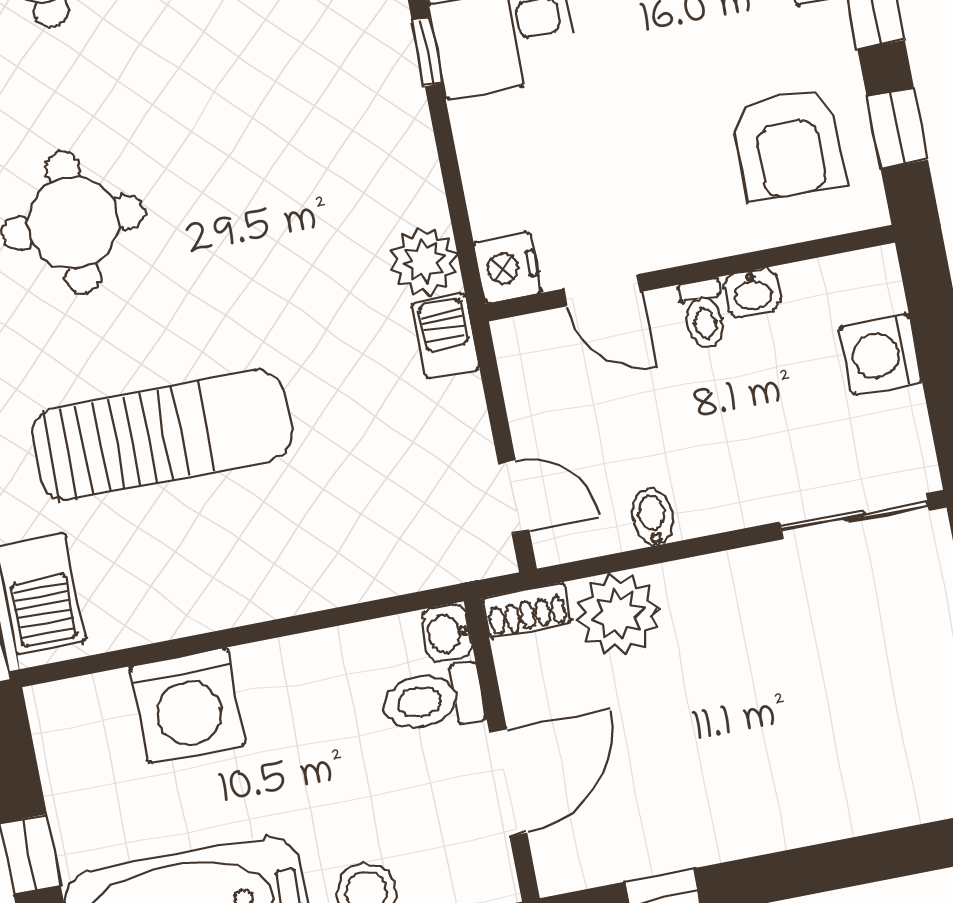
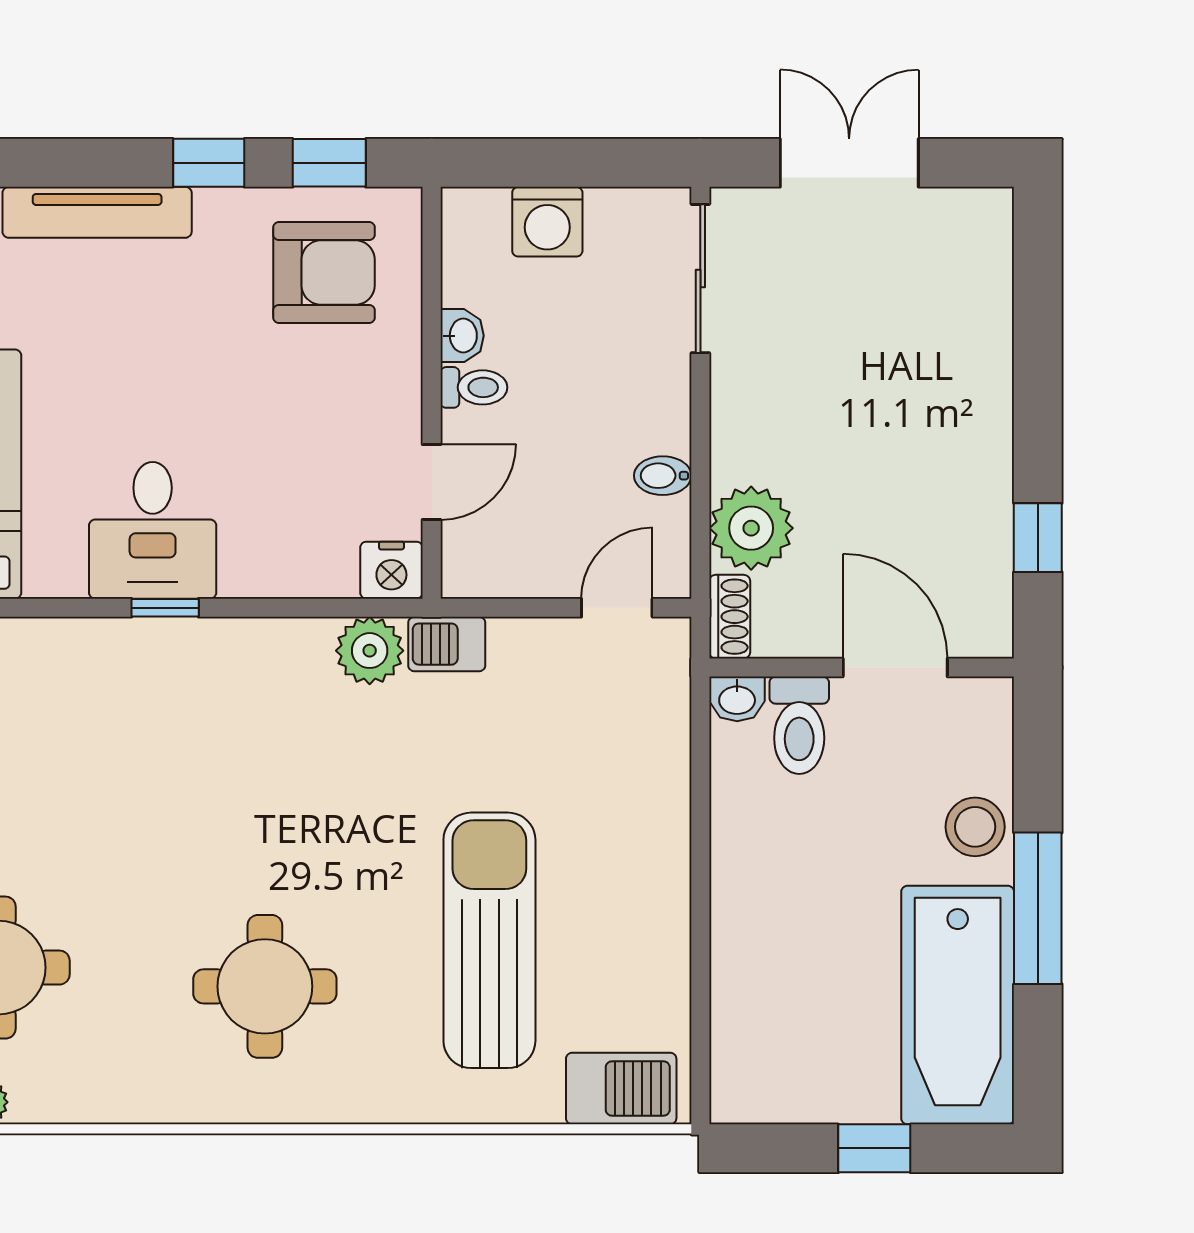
washing machine: (188, 705) -> (759, 966), removed

